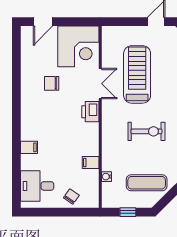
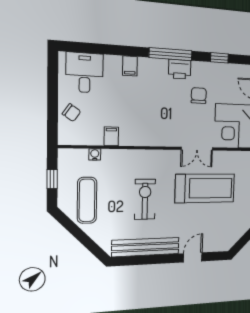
window: (16, 65) -> (219, 58), added
window: (16, 111) -> (171, 54), added
printer: (90, 112) -> (180, 69), moved, turned 180
exercise bike: (147, 131) -> (145, 199), turned 180

